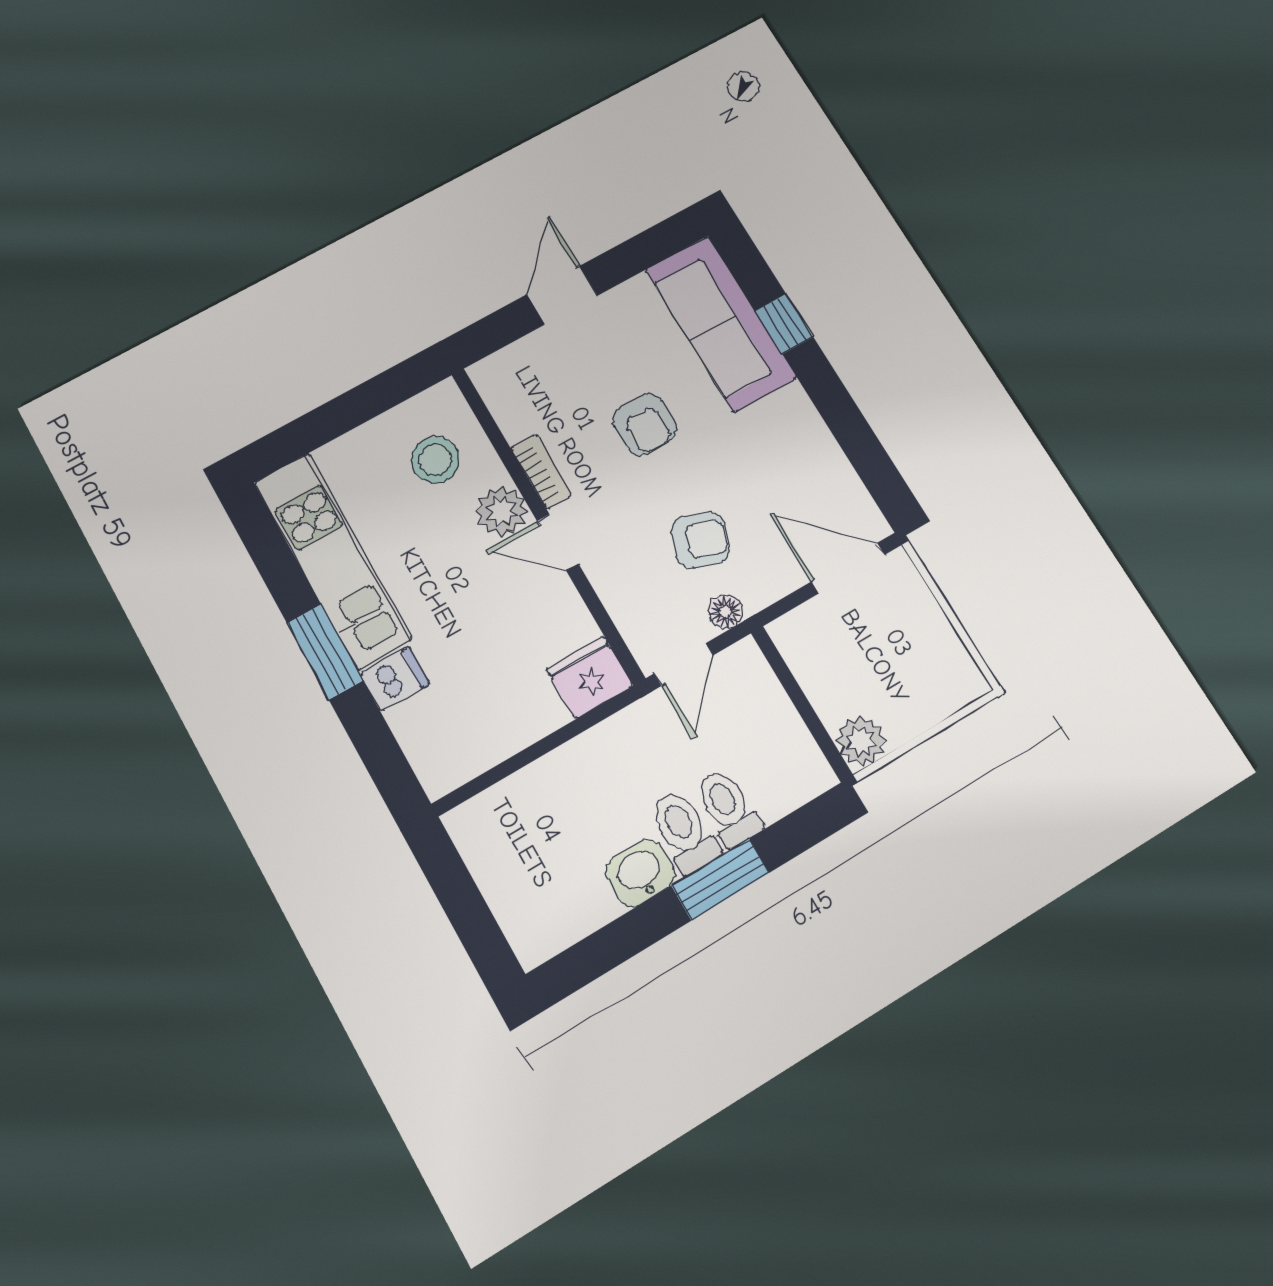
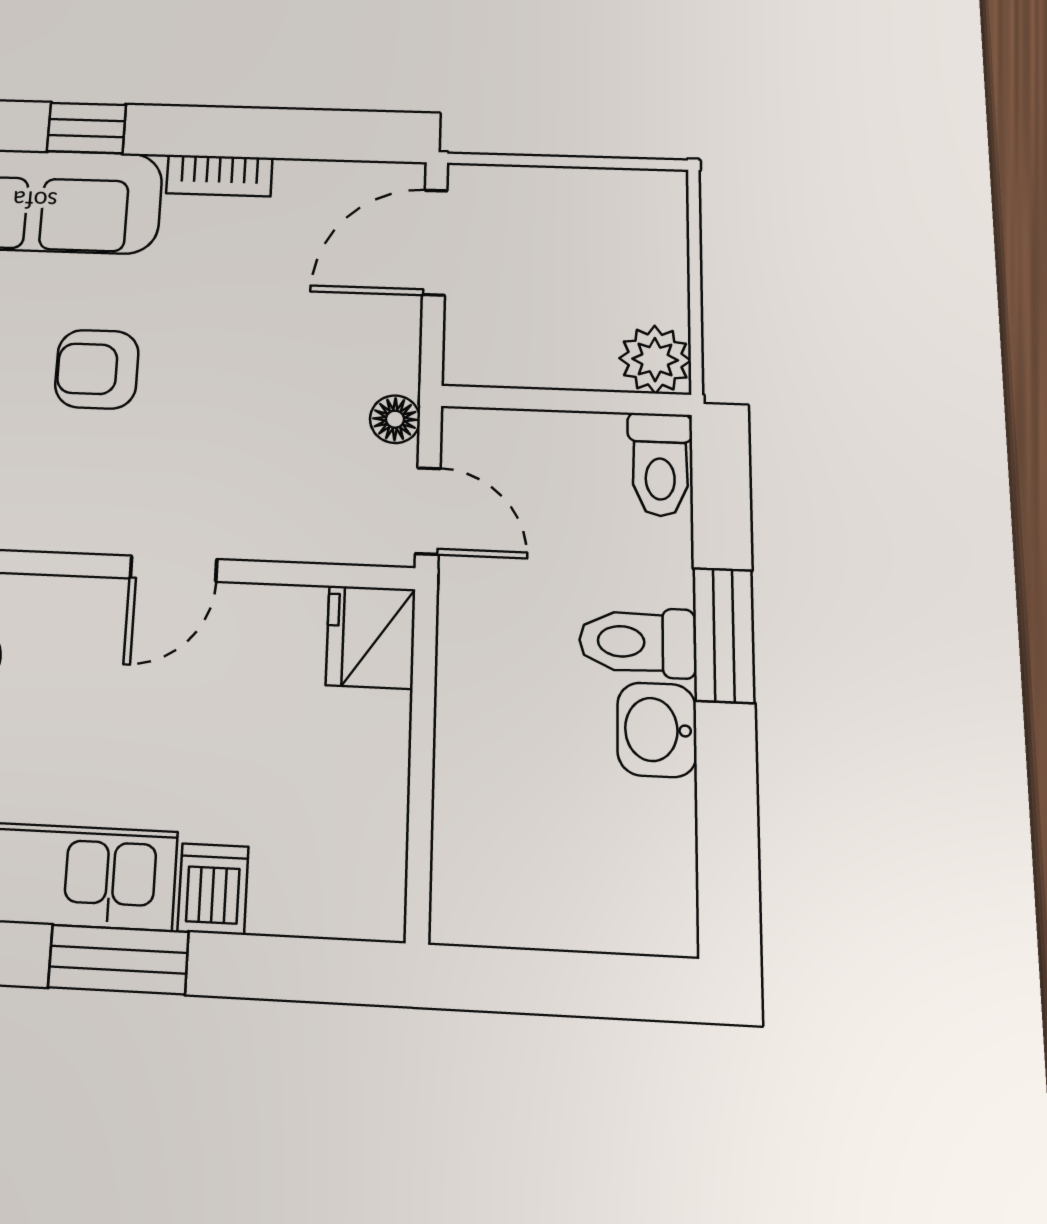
armchair: (644, 424) -> (97, 369), turned 180
bookcase: (541, 472) -> (219, 176), moved, turned 180
plant: (502, 511) -> (87, 614), removed
armchair: (700, 540) -> (286, 394), removed
toilet: (728, 808) -> (660, 465), moved, turned -90

